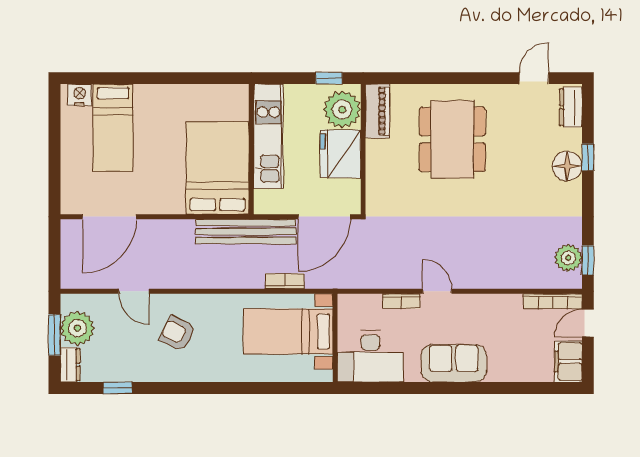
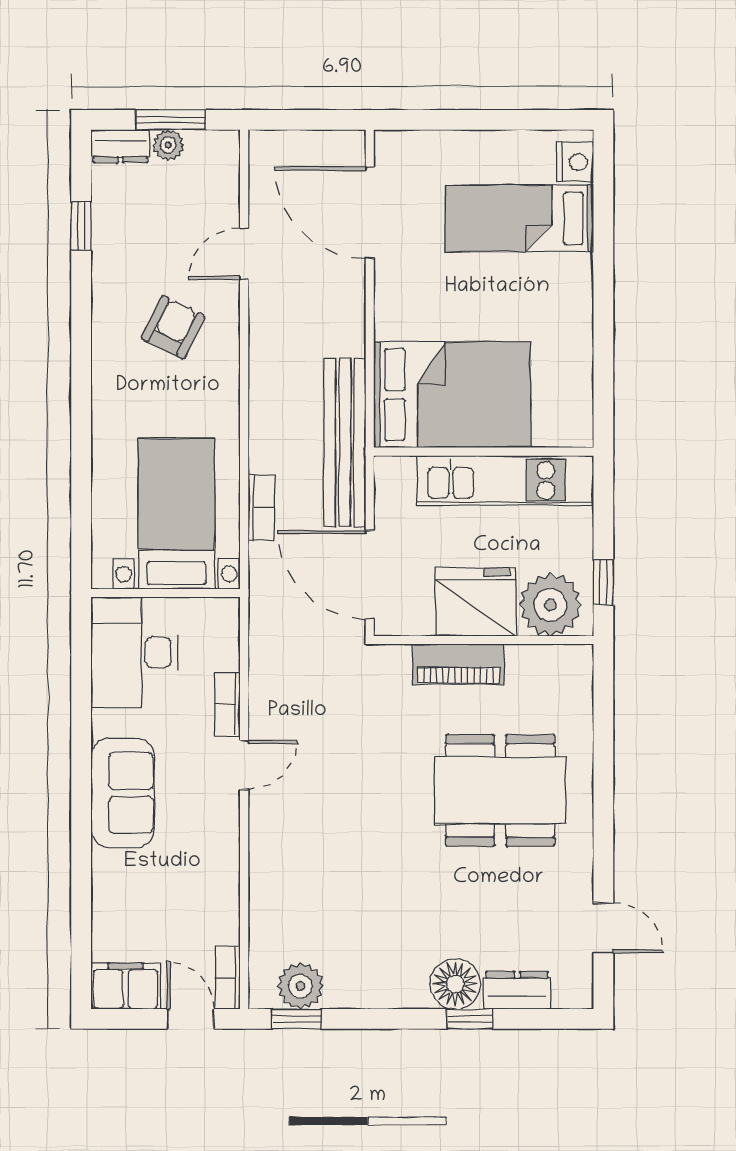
dresser: (571, 107) -> (517, 990), moved
piano: (377, 111) -> (458, 664), moved
bookcase: (553, 301) -> (228, 977), width x0.64
plant: (77, 328) -> (168, 145), width x0.53, depth x0.53

